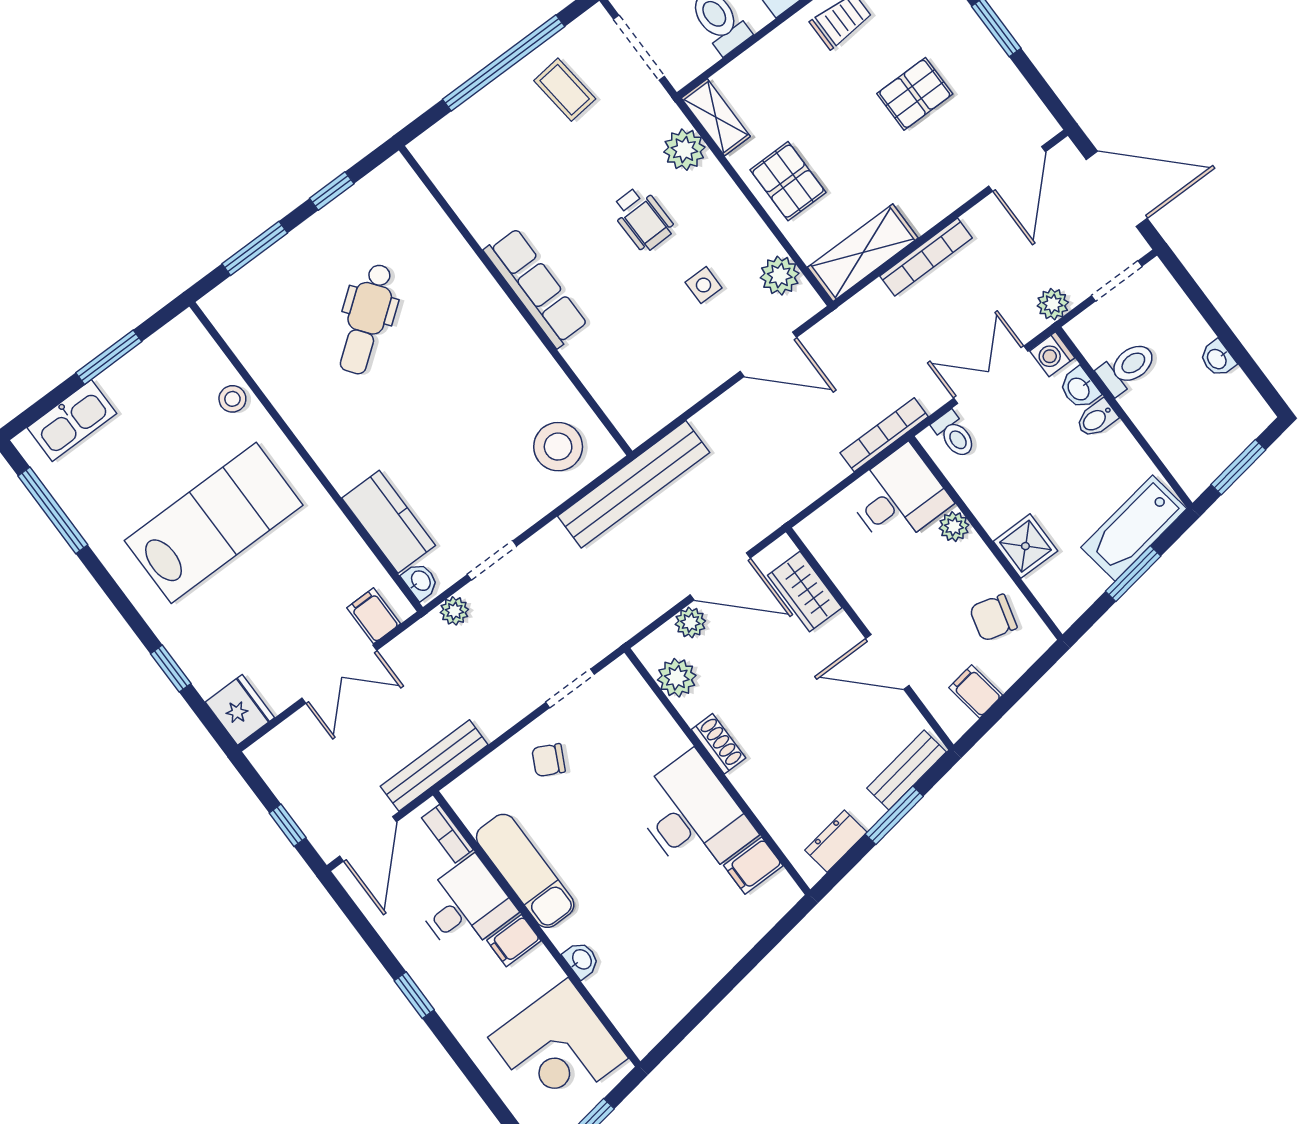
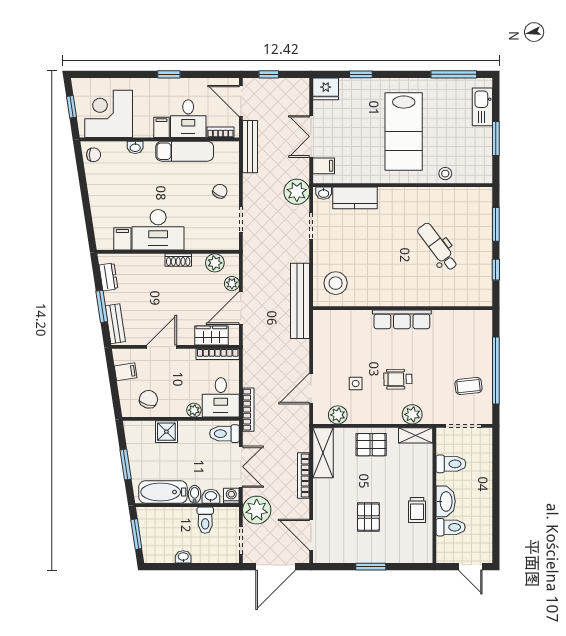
plant: (1053, 304) -> (257, 510), width x1.87, depth x1.87
toilet: (954, 435) -> (224, 434), width x1.37, depth x1.39
bathtub: (1134, 528) -> (163, 492), moved, turned -81
bookcase: (829, 557) -> (218, 354), added
plant: (454, 611) -> (297, 192), width x1.88, depth x1.88
chair: (647, 1021) -> (94, 155), added

